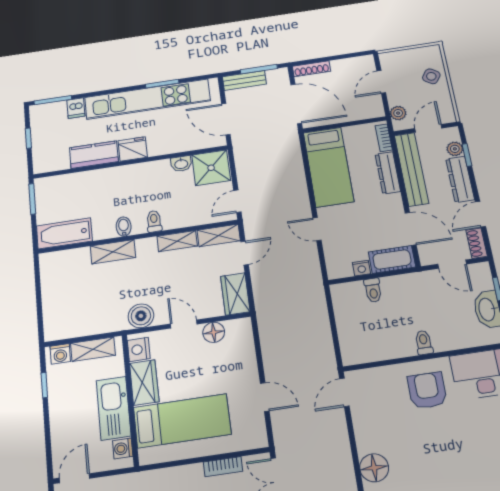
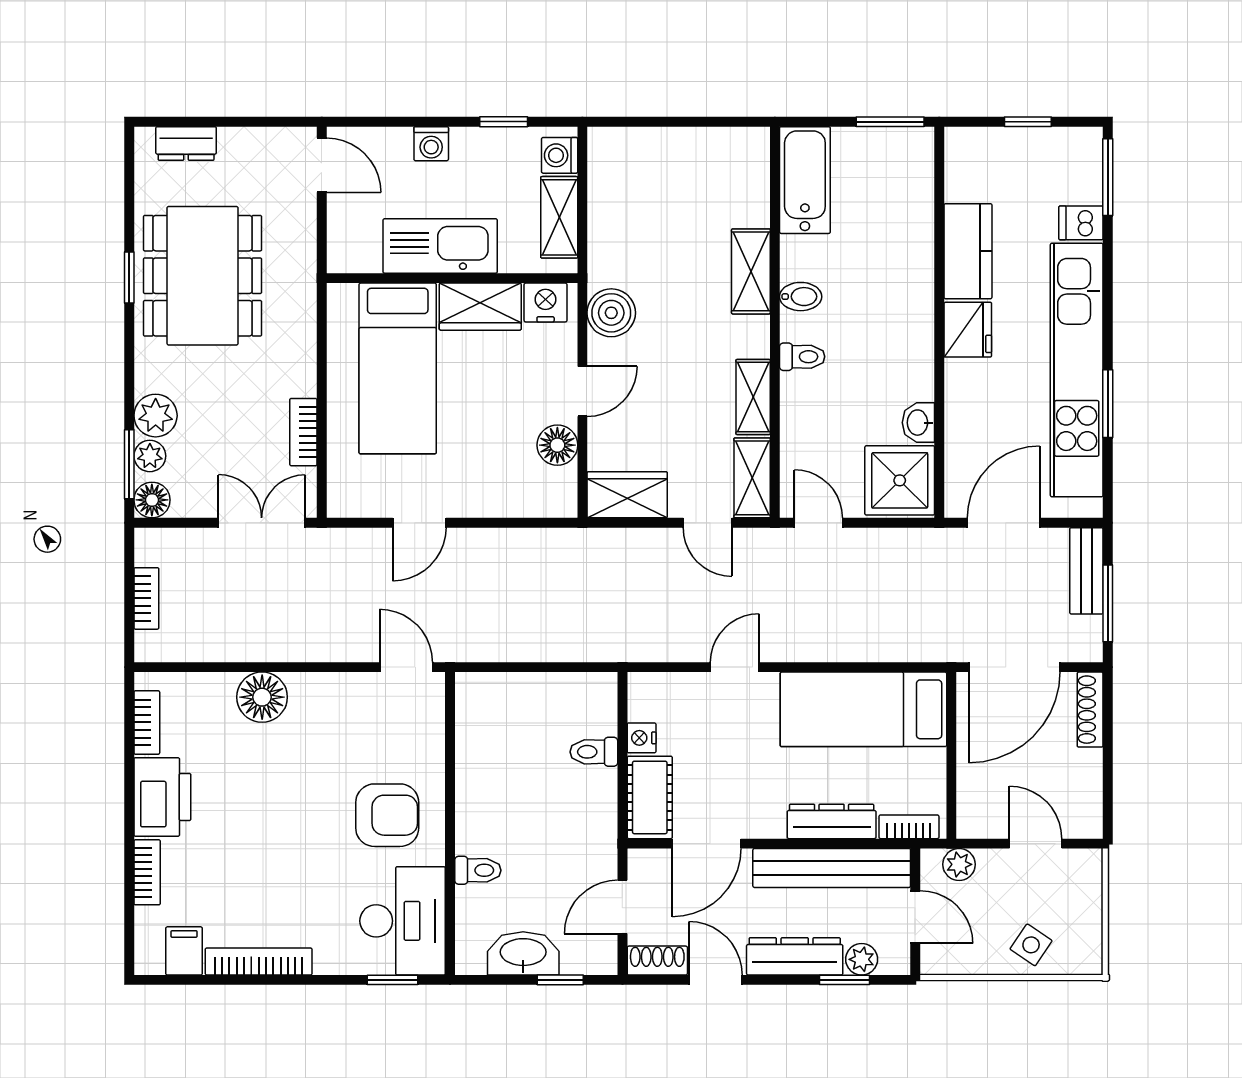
toilet: (424, 343) -> (478, 870), moved
washing machine: (123, 448) -> (431, 144), moved, turned 180

